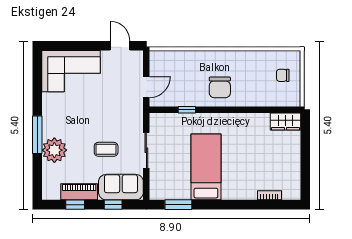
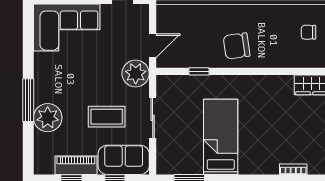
chair: (220, 87) -> (237, 46), turned 82
plant: (131, 111) -> (136, 73), added
coffee table: (106, 149) -> (107, 117), width x1.36, depth x1.30

